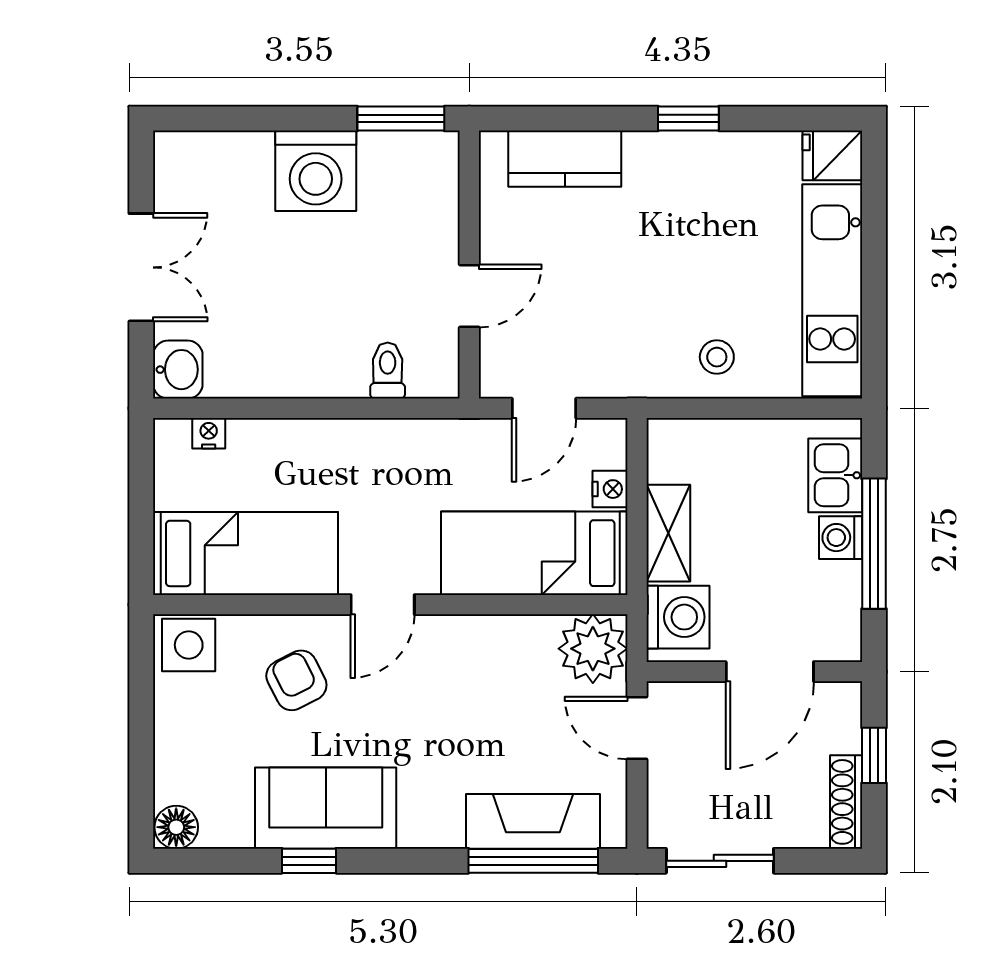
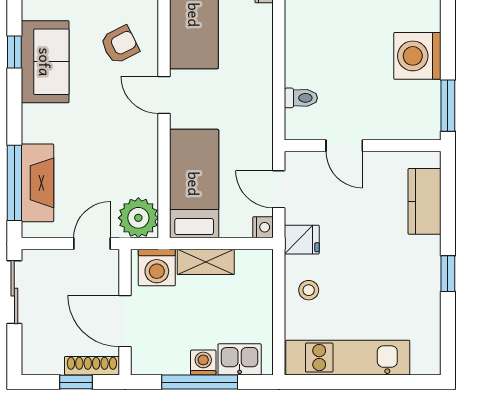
fridge: (832, 155) -> (302, 240), moved, turned 90
nightstand: (610, 489) -> (263, 227), moved, turned -90
shoe rack: (846, 802) -> (92, 366), moved

